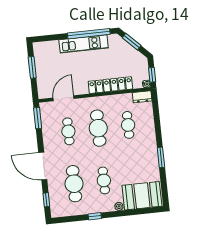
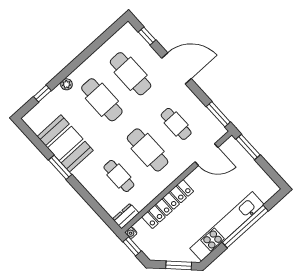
window: (89, 34) -> (245, 227), moved
kitchen unit: (84, 44) -> (227, 226), width x1.36
window: (32, 67) -> (248, 147), moved
door: (63, 98) -> (206, 155), hinge flipped
cafe table: (104, 180) -> (102, 100), width x1.37, depth x1.35
booth: (142, 196) -> (65, 143), moved, turned 90
window: (95, 216) -> (42, 94), moved

